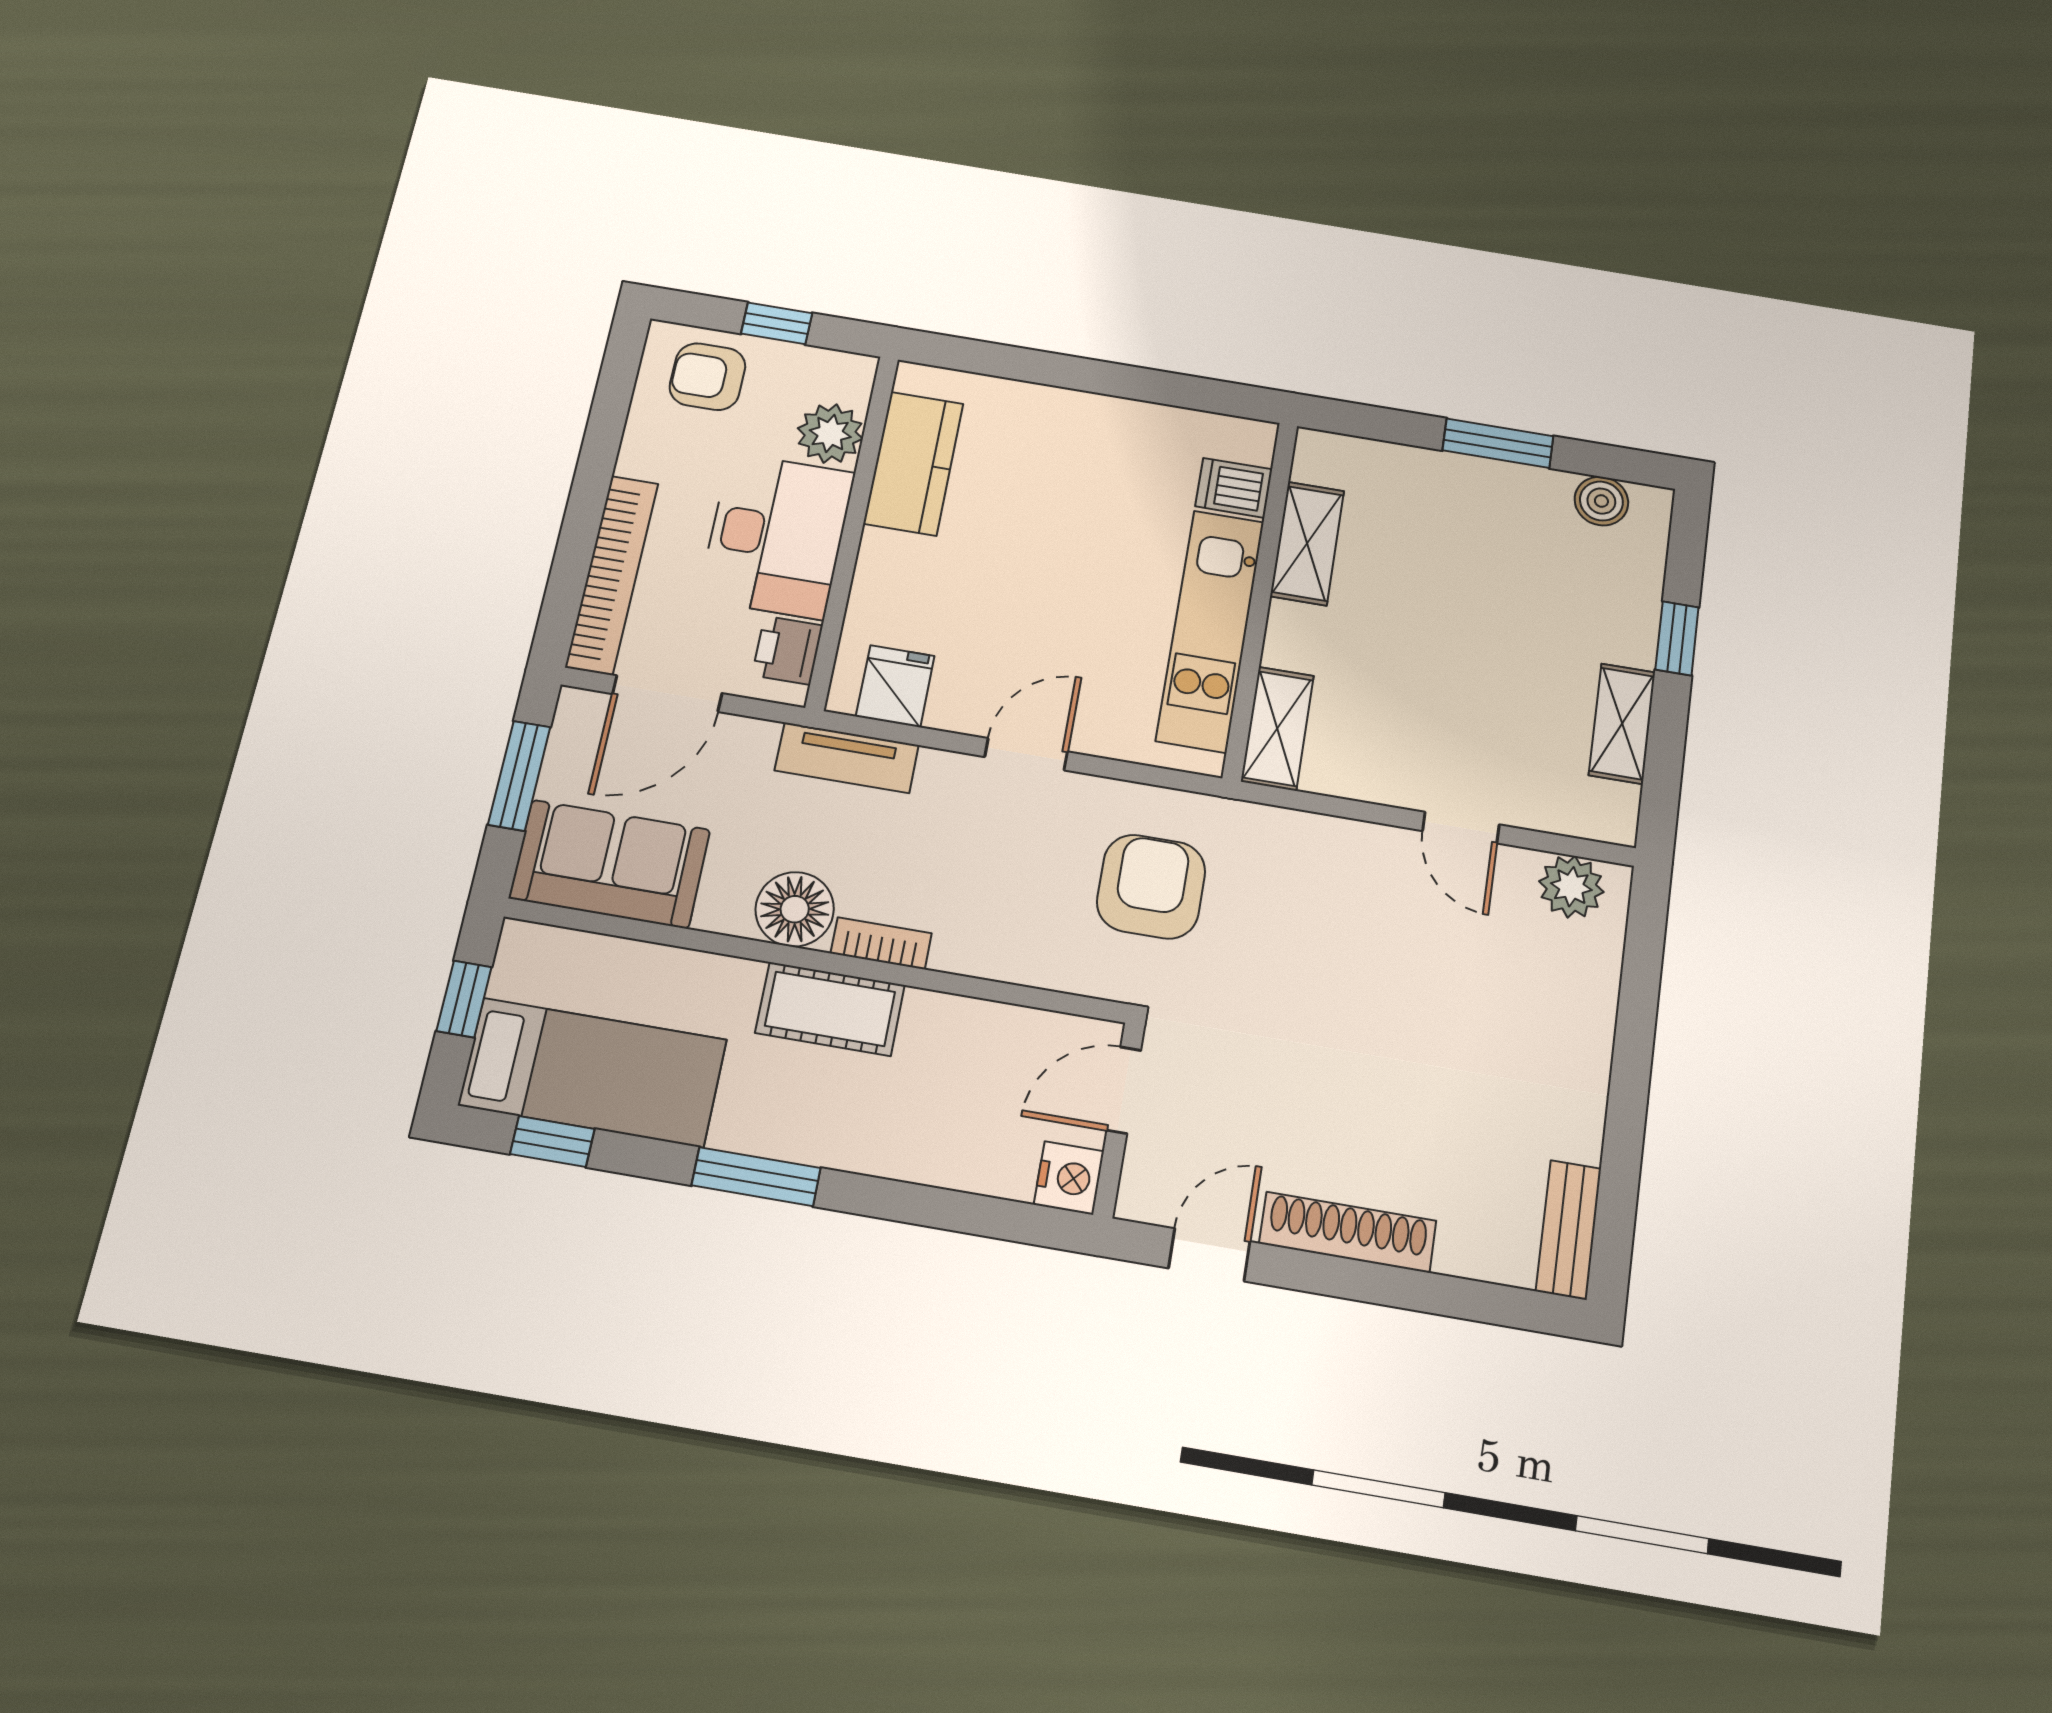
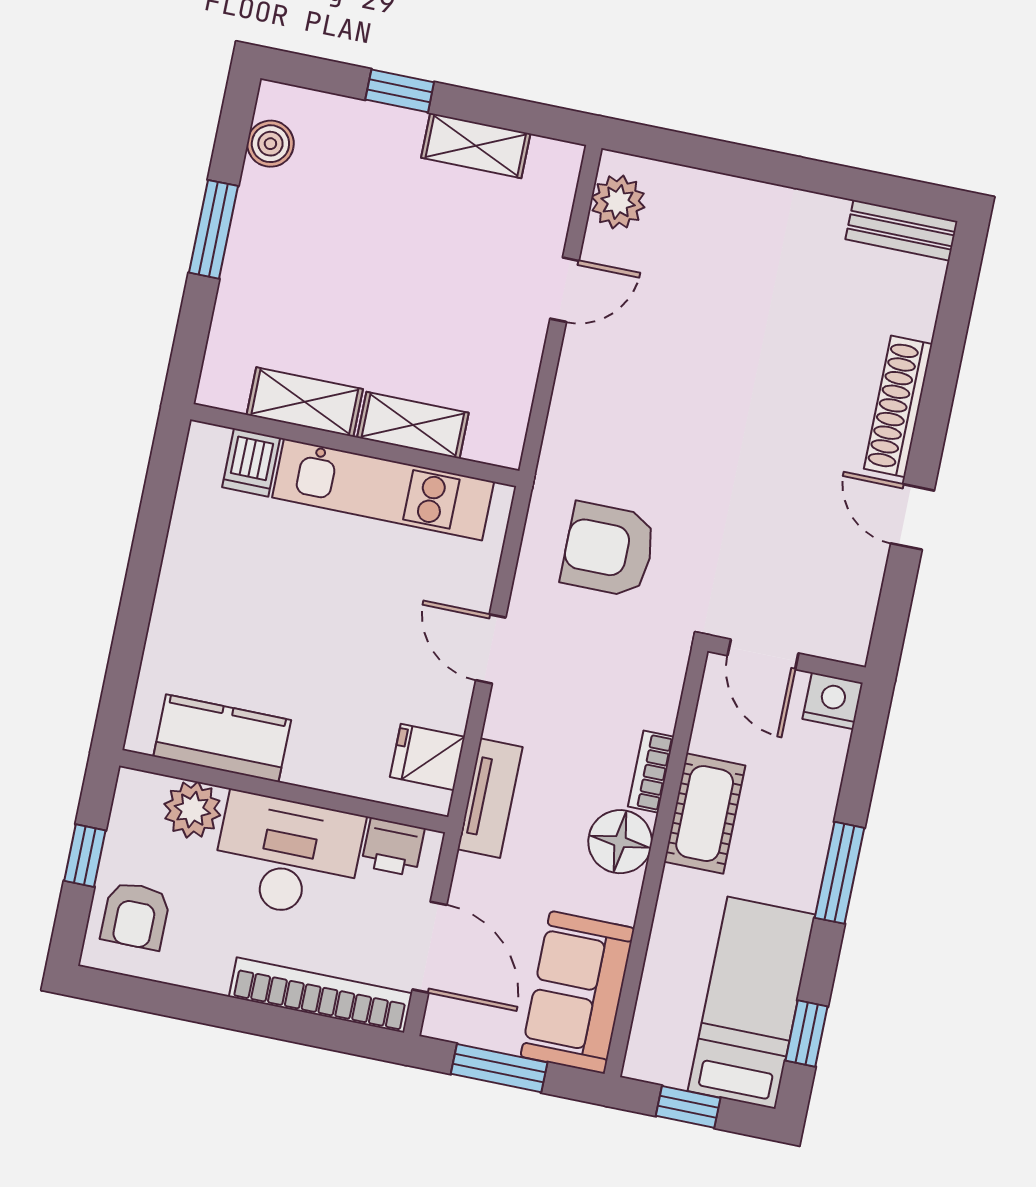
shelving: (1277, 728) -> (413, 425), moved
door: (1124, 1090) -> (763, 654), moved
wall: (1119, 1119) -> (787, 659), moved
nightstand: (1069, 1178) -> (833, 701), moved

